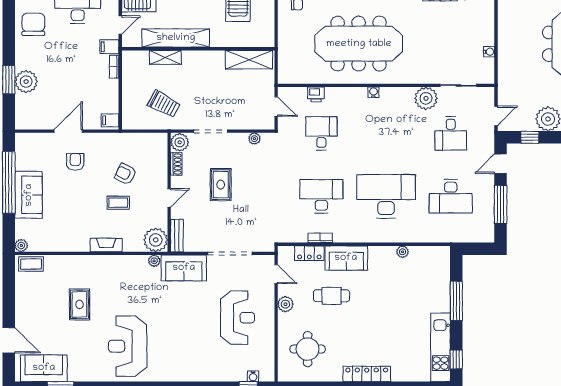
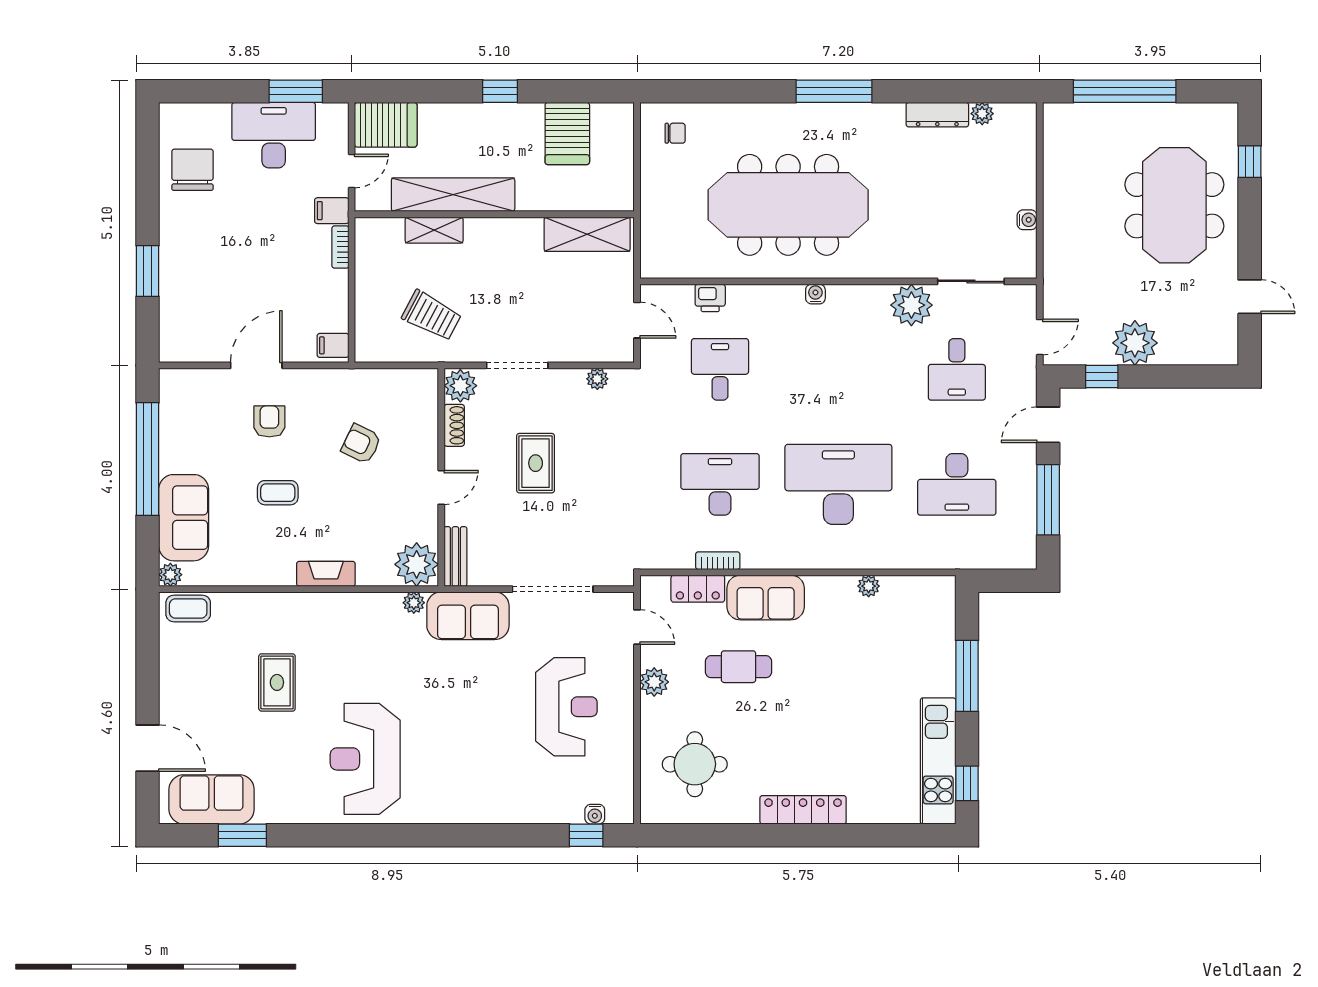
plant: (26, 82) -> (179, 274), removed
sofa: (29, 195) -> (184, 518), moved
coffee table: (118, 203) -> (278, 493), moved

